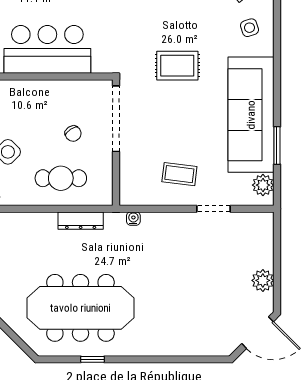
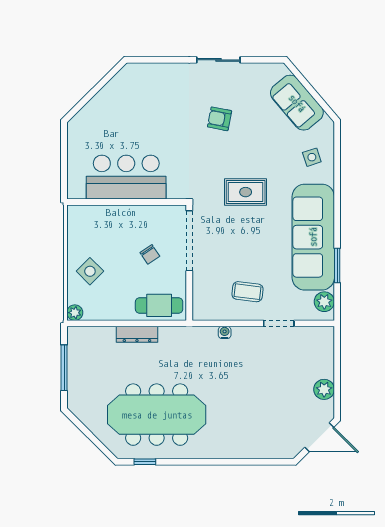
cafe table: (61, 178) -> (159, 305), moved
water cooler: (133, 219) -> (225, 332), moved
dresser: (81, 221) -> (137, 334), moved
window: (92, 359) -> (145, 462), moved

